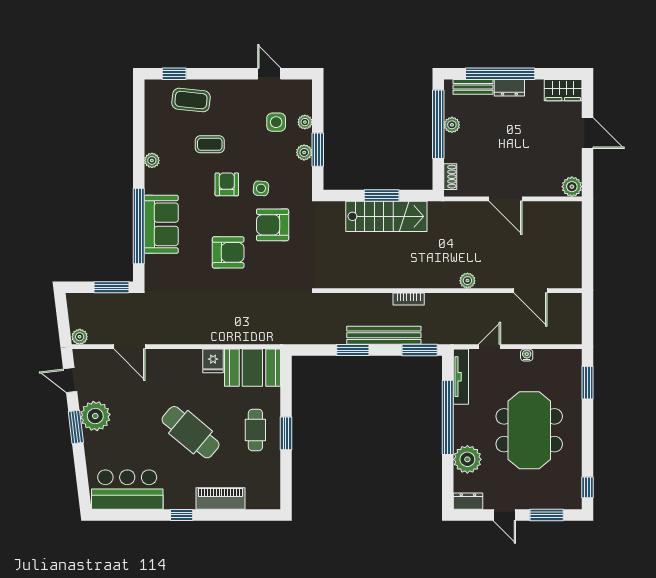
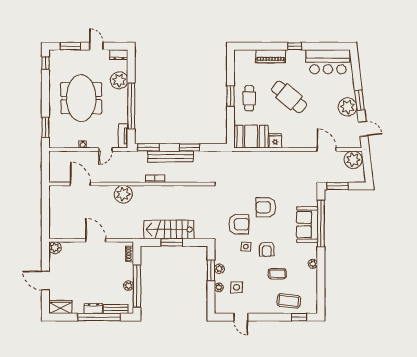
plant: (467, 281) -> (123, 194), width x1.87, depth x1.87
plant: (80, 337) -> (353, 160), width x1.87, depth x1.87
tv unit: (461, 377) -> (123, 136), width x0.71

